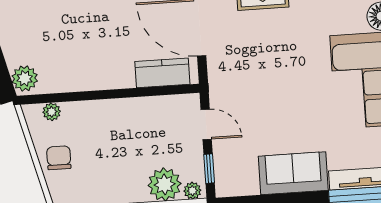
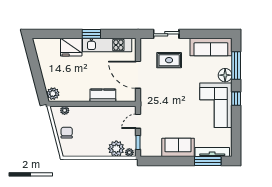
kitchen counter: (162, 73) -> (103, 95), moved
door: (206, 124) -> (138, 121), swing flipped

